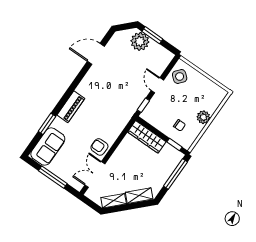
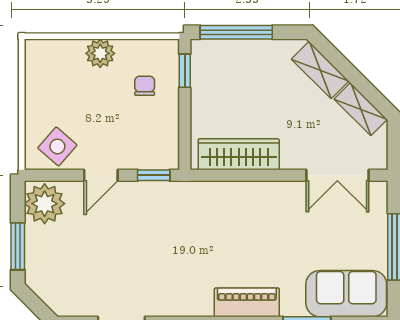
plant: (140, 41) -> (45, 204), moved
wardrobe: (147, 137) -> (239, 154), moved, turned -90
armchair: (99, 147) -> (283, 201), removed

